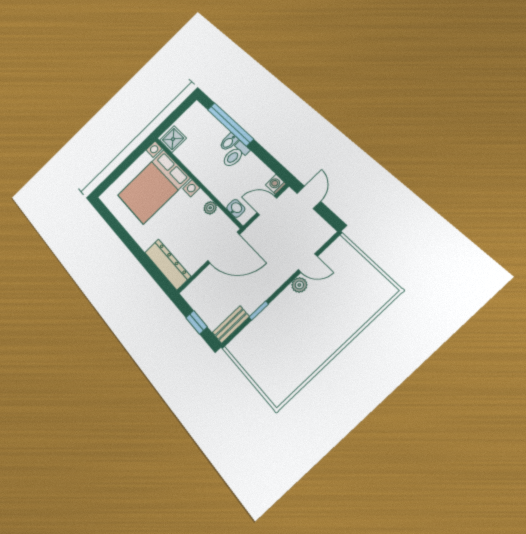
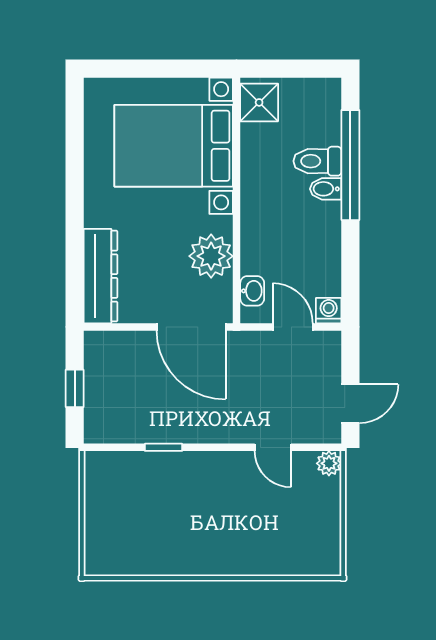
toilet: (235, 155) -> (317, 161), moved
door: (309, 197) -> (350, 404), moved
plant: (210, 208) -> (211, 256), width x1.88, depth x1.88
plant: (299, 285) -> (329, 463), moved
bench: (231, 324) -> (115, 432), removed

